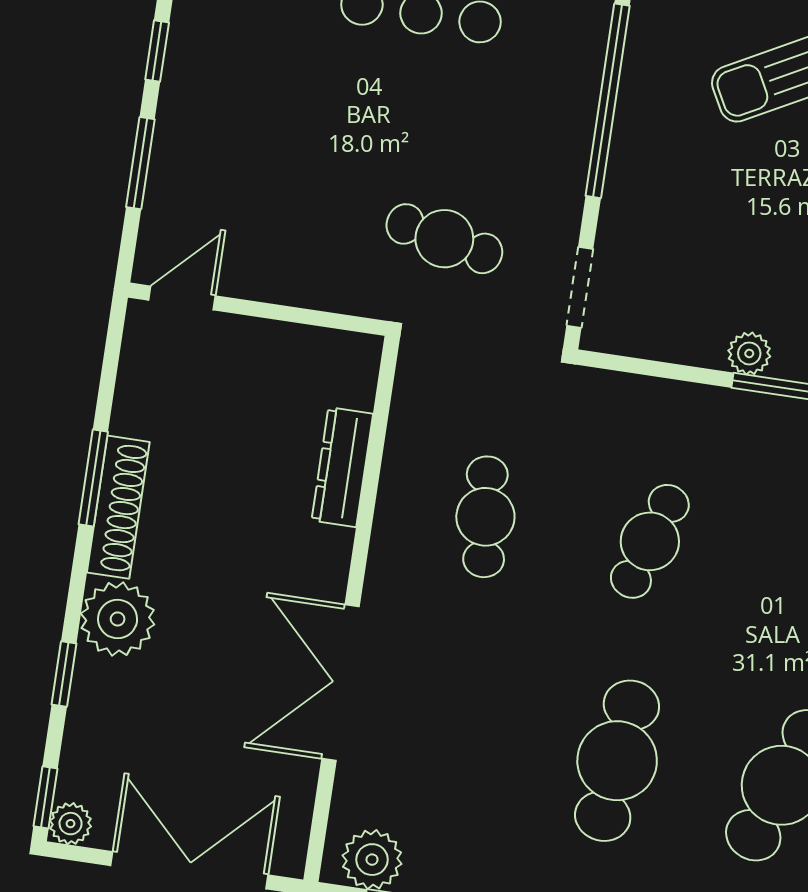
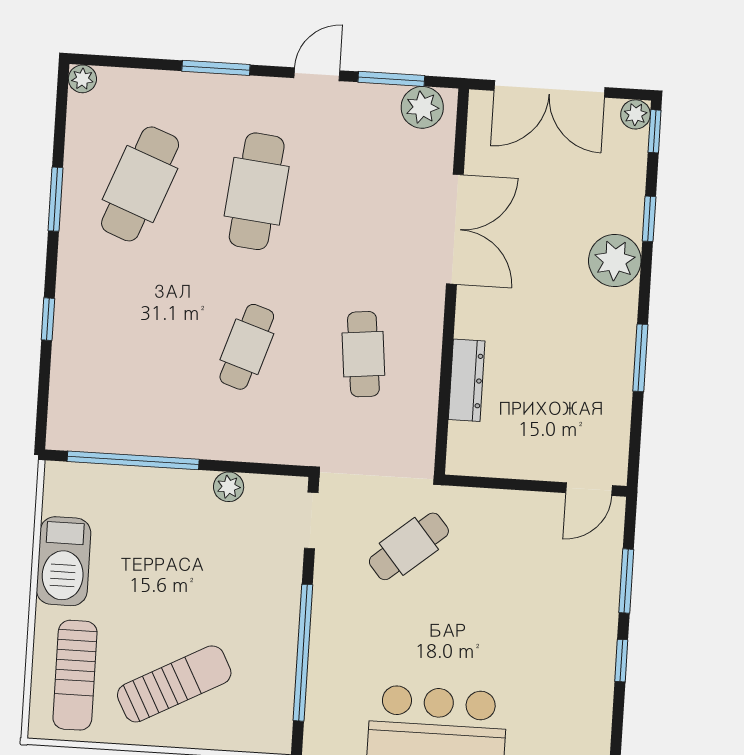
cafe table: (444, 239) -> (409, 546), turned -52
plant: (749, 353) -> (229, 487), moved
shoe rack: (118, 507) -> (621, 339), removed

